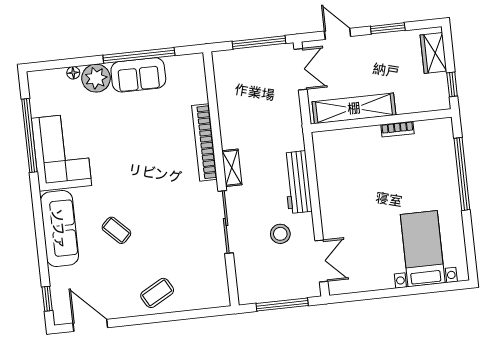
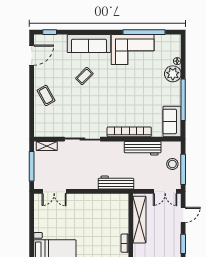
sofa: (138, 75) -> (172, 121), moved
workbench: (230, 116) -> (143, 148), added
shelving: (232, 168) -> (47, 146), moved
workbench: (297, 182) -> (116, 183), moved
stool: (280, 234) -> (172, 164), moved

